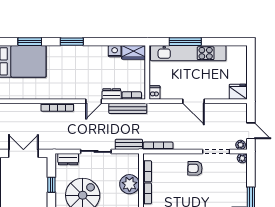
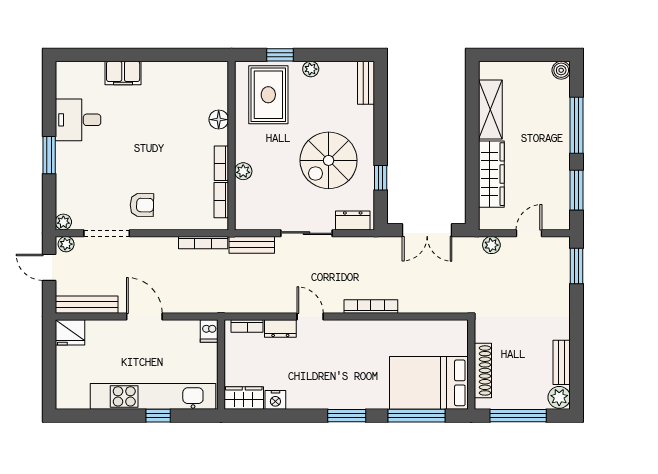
window: (30, 42) -> (417, 416), width x1.44
window: (185, 42) -> (158, 416), width x0.46
door: (94, 101) -> (310, 317), hinge flipped
bench: (128, 108) -> (87, 305), moved
plant: (129, 184) -> (243, 171), width x0.53, depth x0.53

